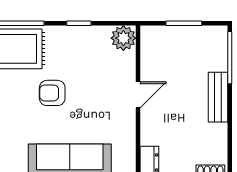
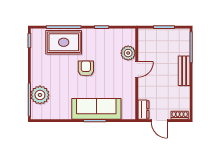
plant: (123, 38) -> (128, 53), moved
armchair: (52, 93) -> (86, 68), turned 90

